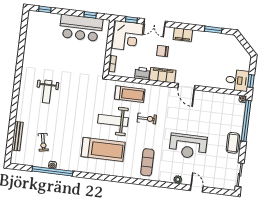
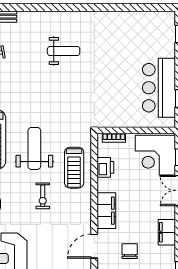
chair: (162, 51) -> (130, 251), moved
printer: (142, 73) -> (105, 167), moved
weight bench: (47, 92) -> (64, 51), turned 180

